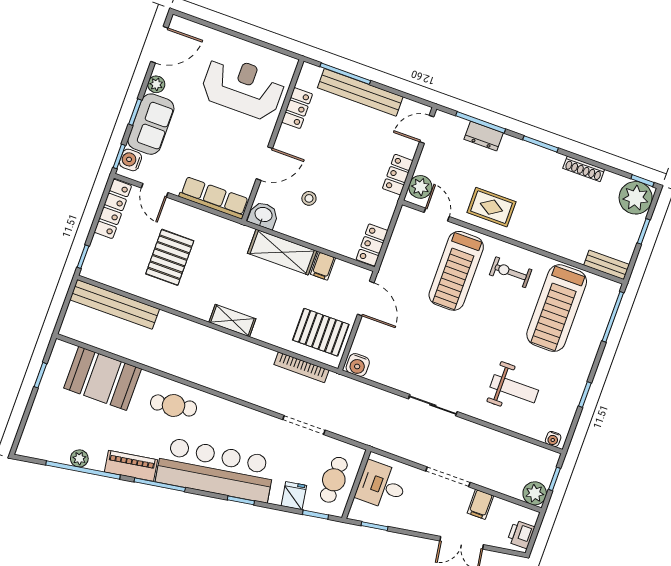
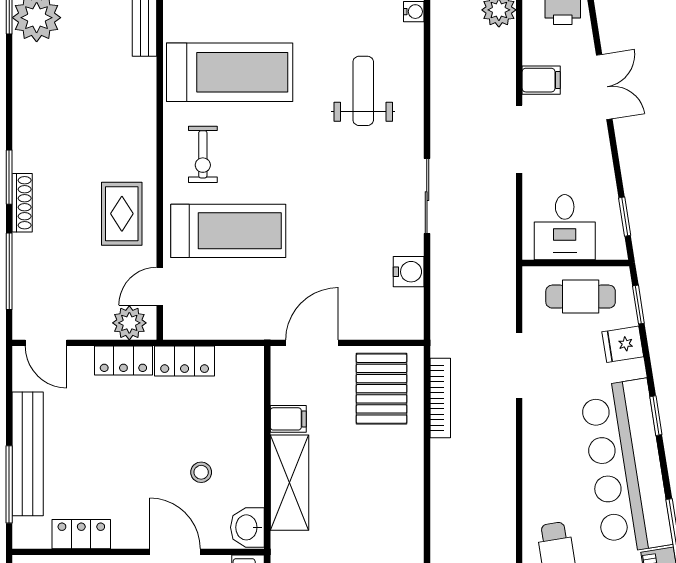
dresser: (484, 136) -> (27, 260), removed
shoe rack: (584, 169) -> (22, 203), moved
locker: (372, 245) -> (185, 361), moved
shelving: (232, 320) -> (410, 518), removed
water cooler: (358, 365) -> (409, 272), moved

